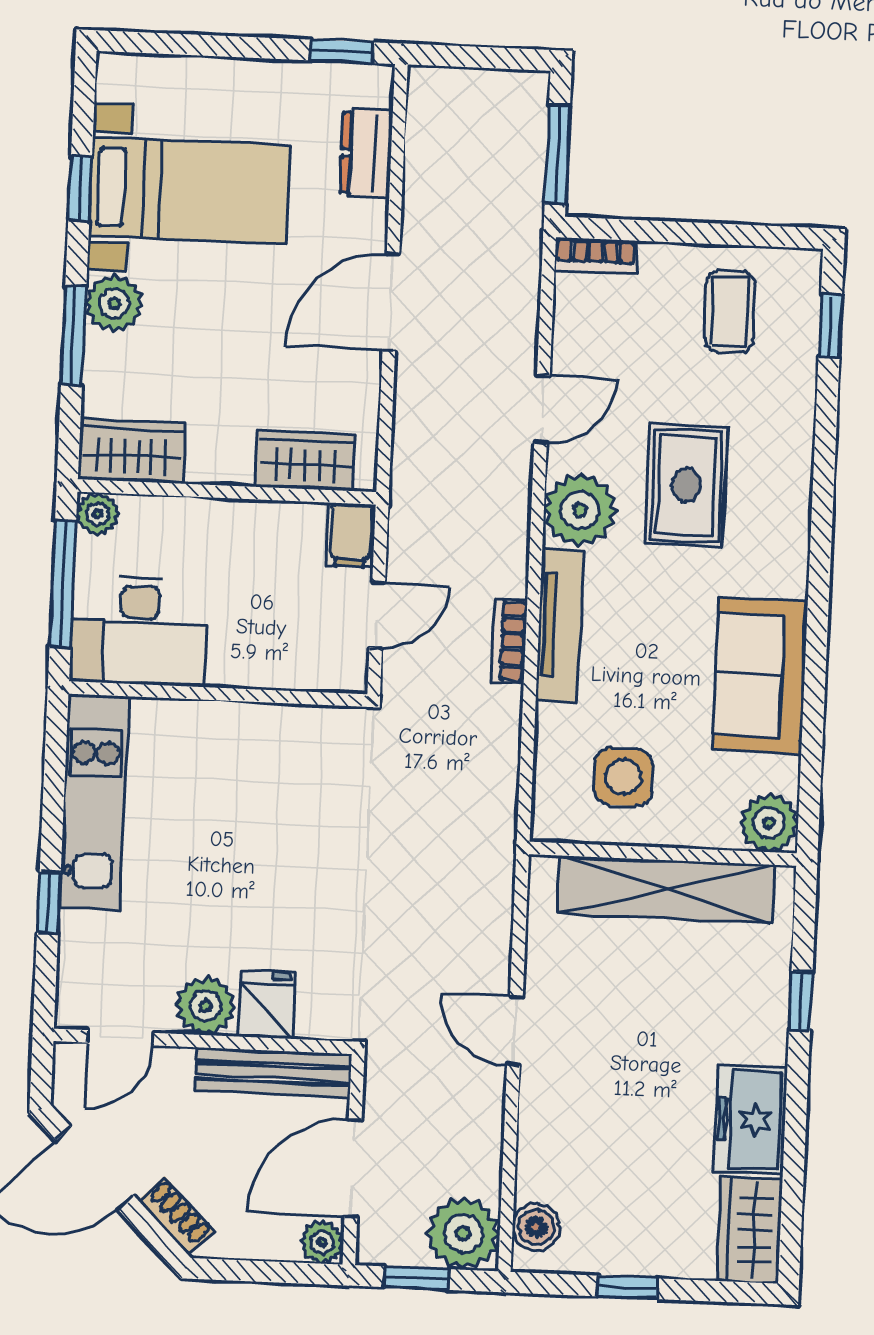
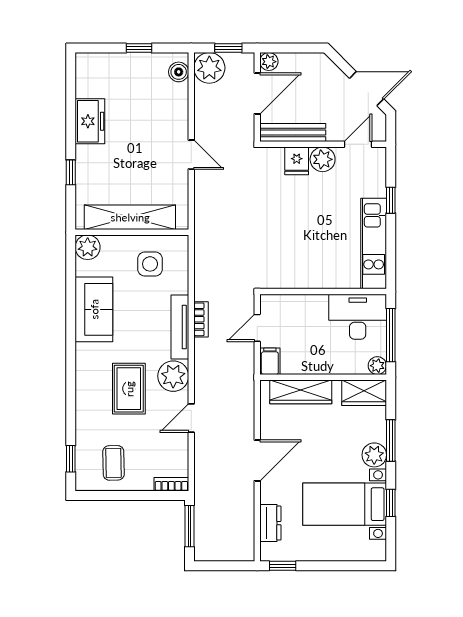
wardrobe: (305, 461) -> (301, 392), width x1.50
shoe rack: (176, 1216) -> (331, 70), removed
wardrobe: (750, 1230) -> (88, 75), removed

